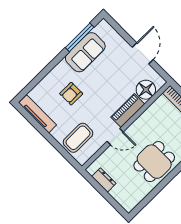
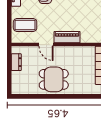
floor lamp: (146, 90) -> (88, 36), removed

